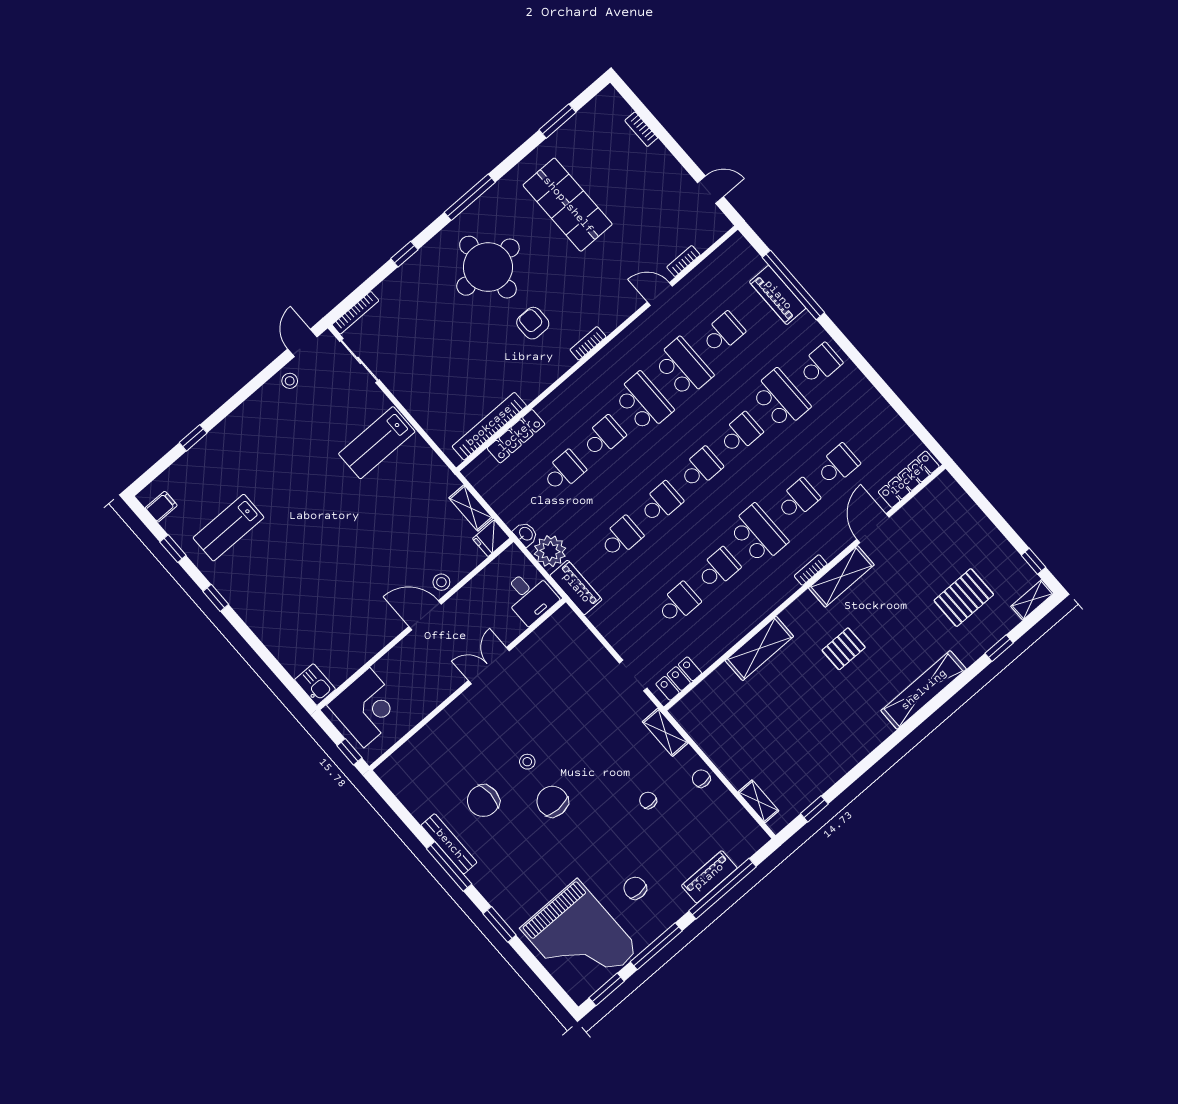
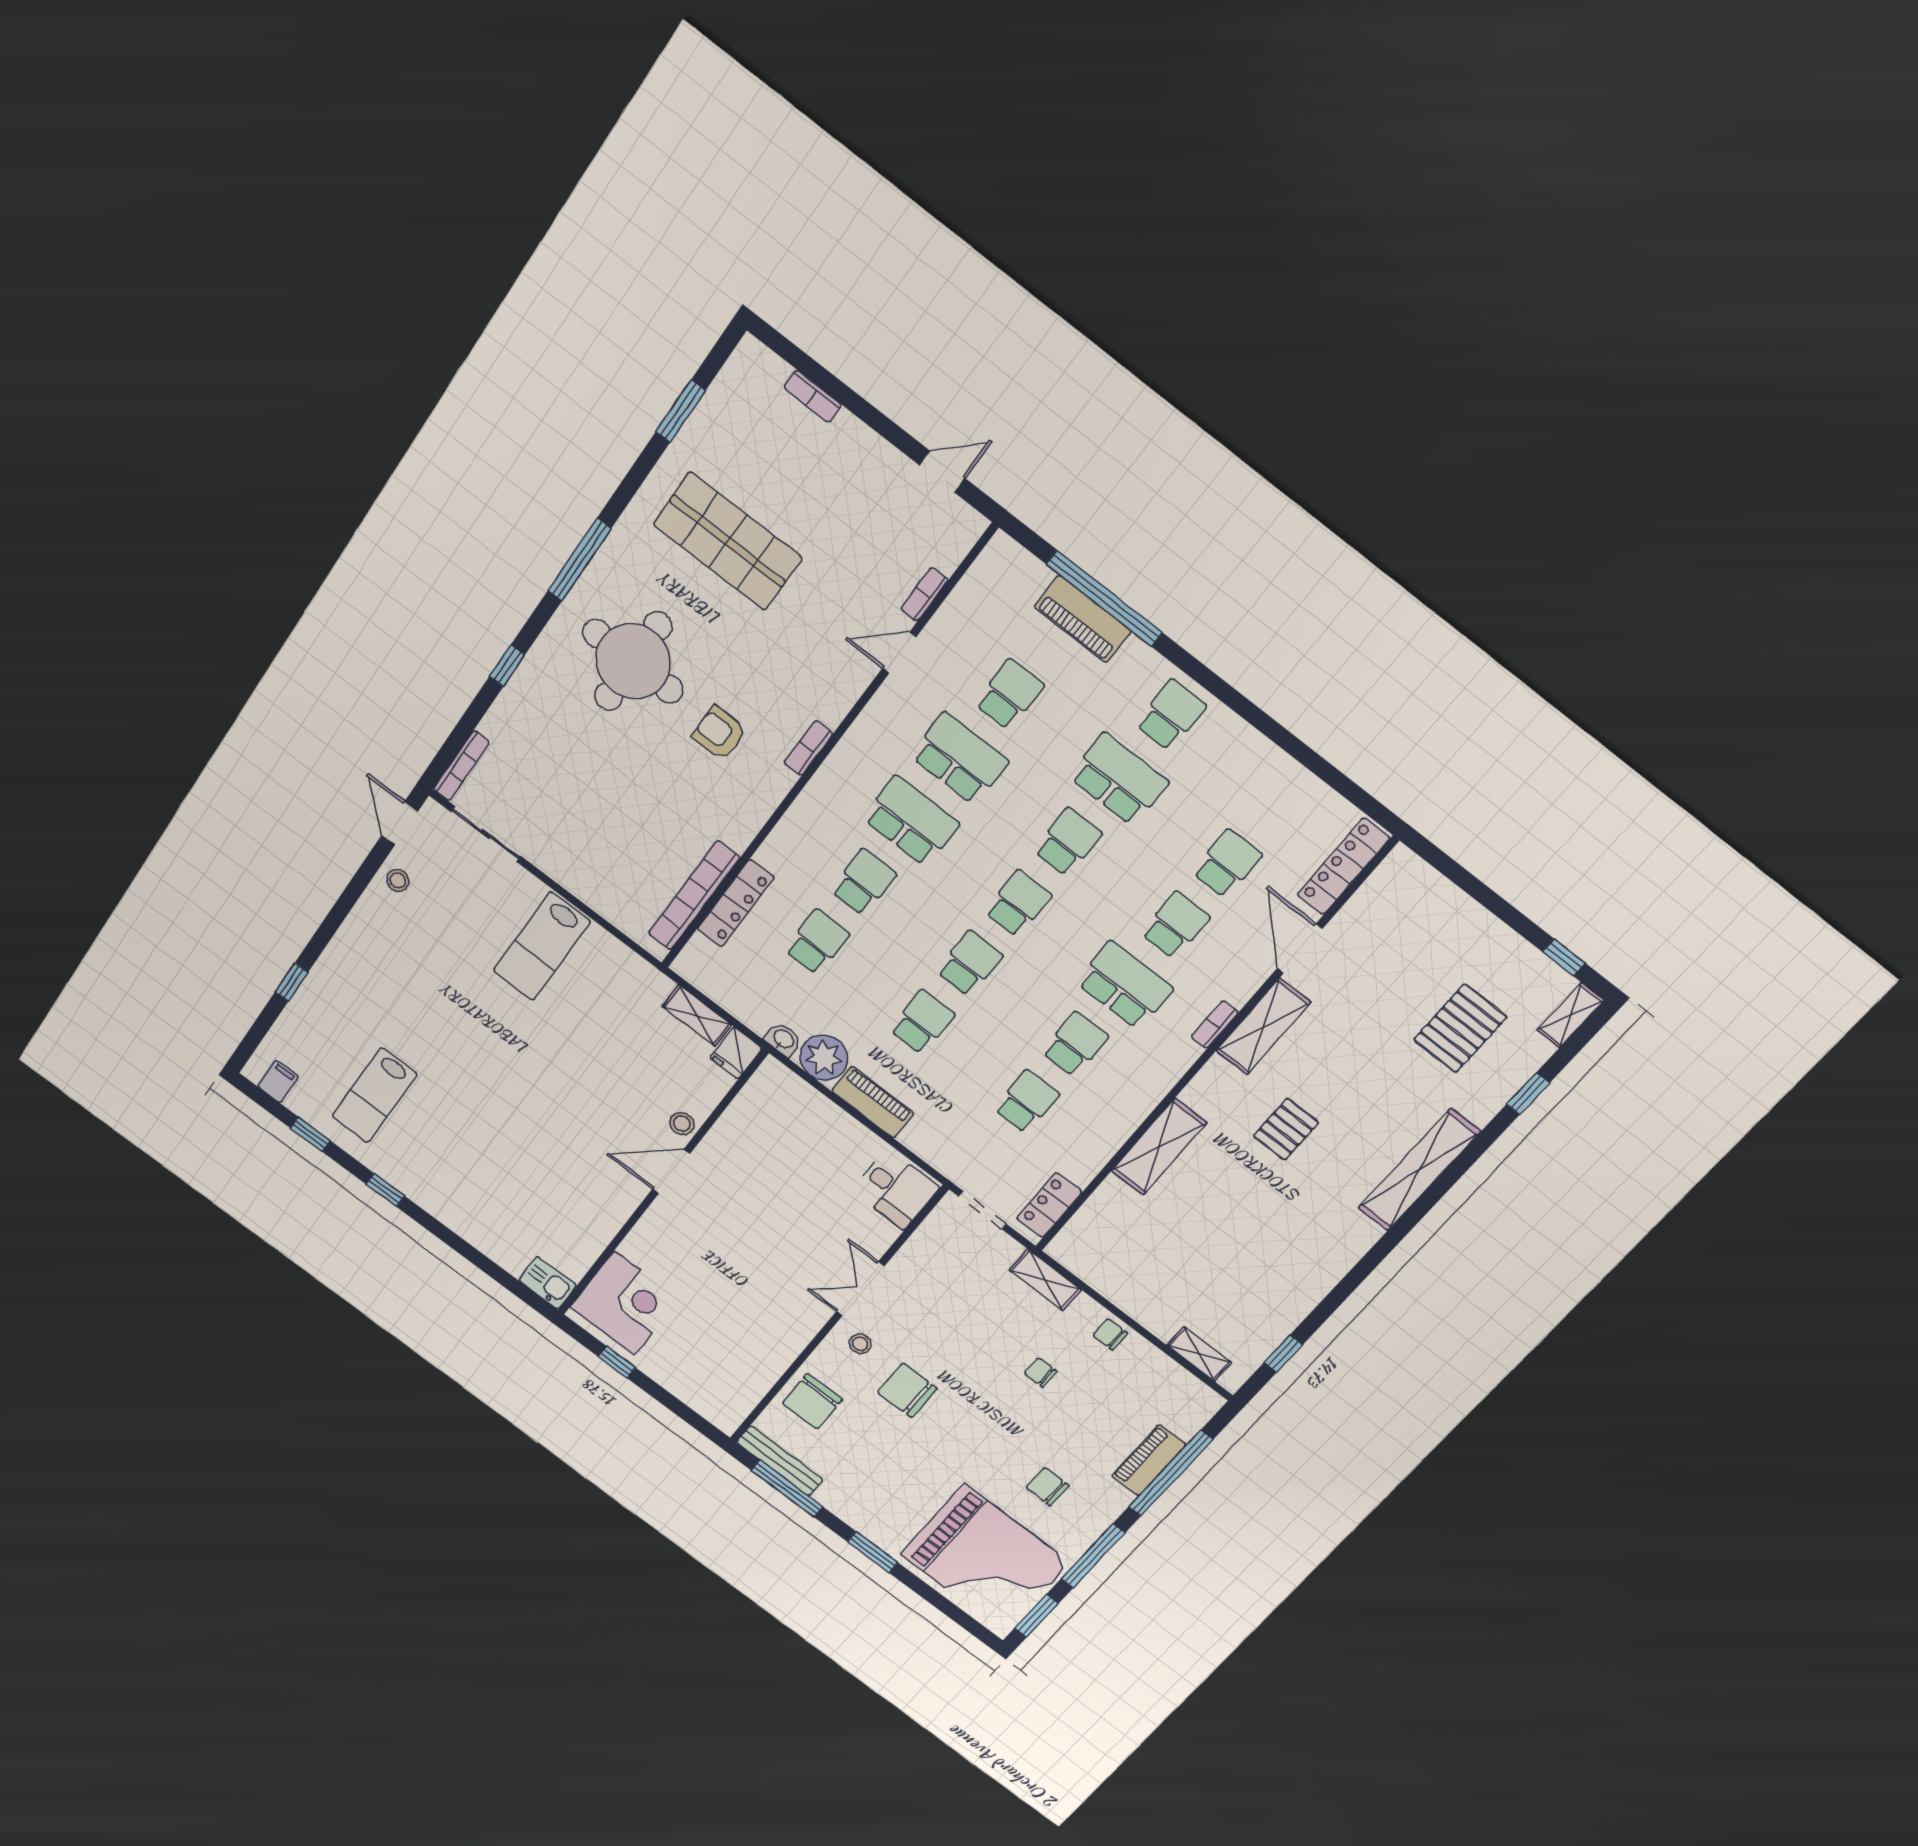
desk: (530, 596) -> (896, 1189), moved
double door: (489, 666) -> (860, 1289), moved
wall: (468, 684) -> (837, 1317), moved

